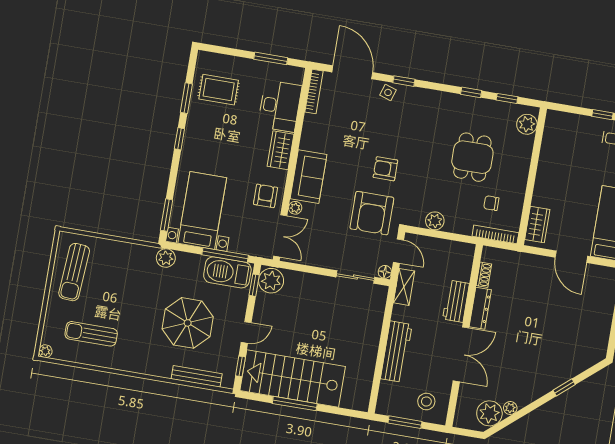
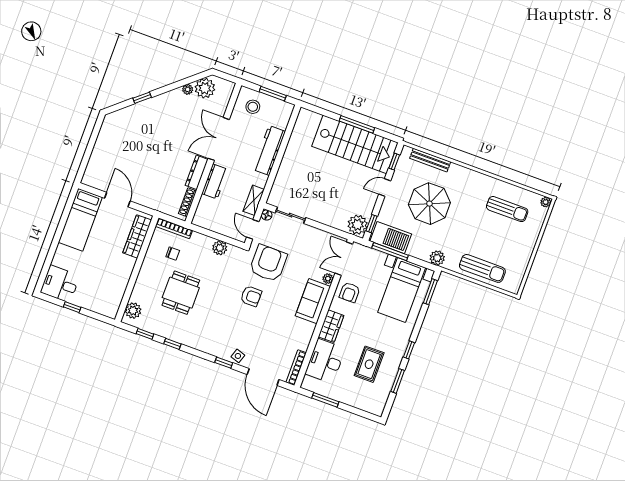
rug: (219, 90) -> (369, 364), moved, turned 90
wardrobe: (537, 225) -> (137, 236), width x1.50
sun lounger: (74, 272) -> (482, 268), moved, turned 86
shoe rack: (484, 275) -> (187, 202), width x1.43

